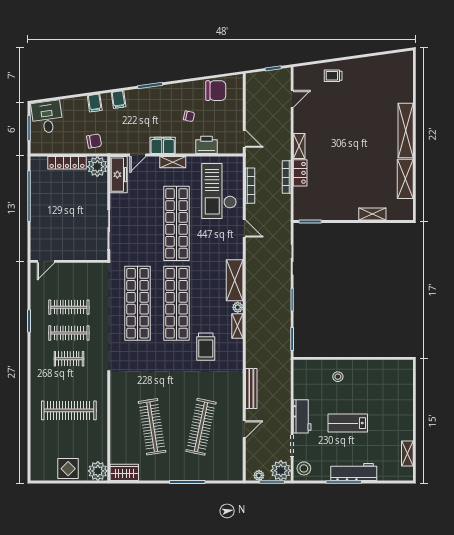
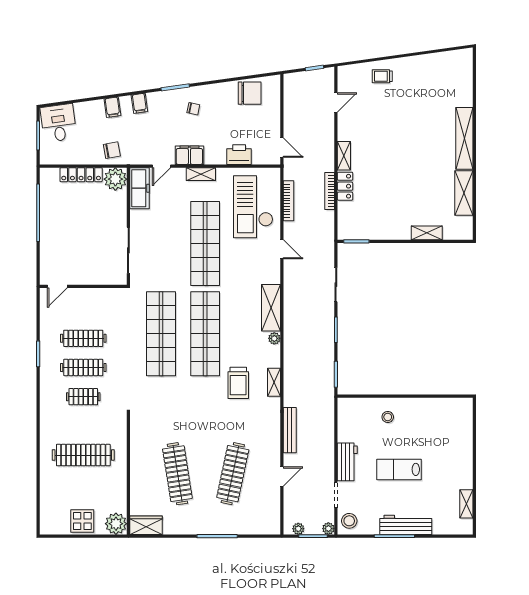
chair: (189, 116) -> (193, 109), moved
shelving: (237, 326) -> (274, 382), moved
plant: (281, 471) -> (328, 529), width x0.53, depth x0.53

